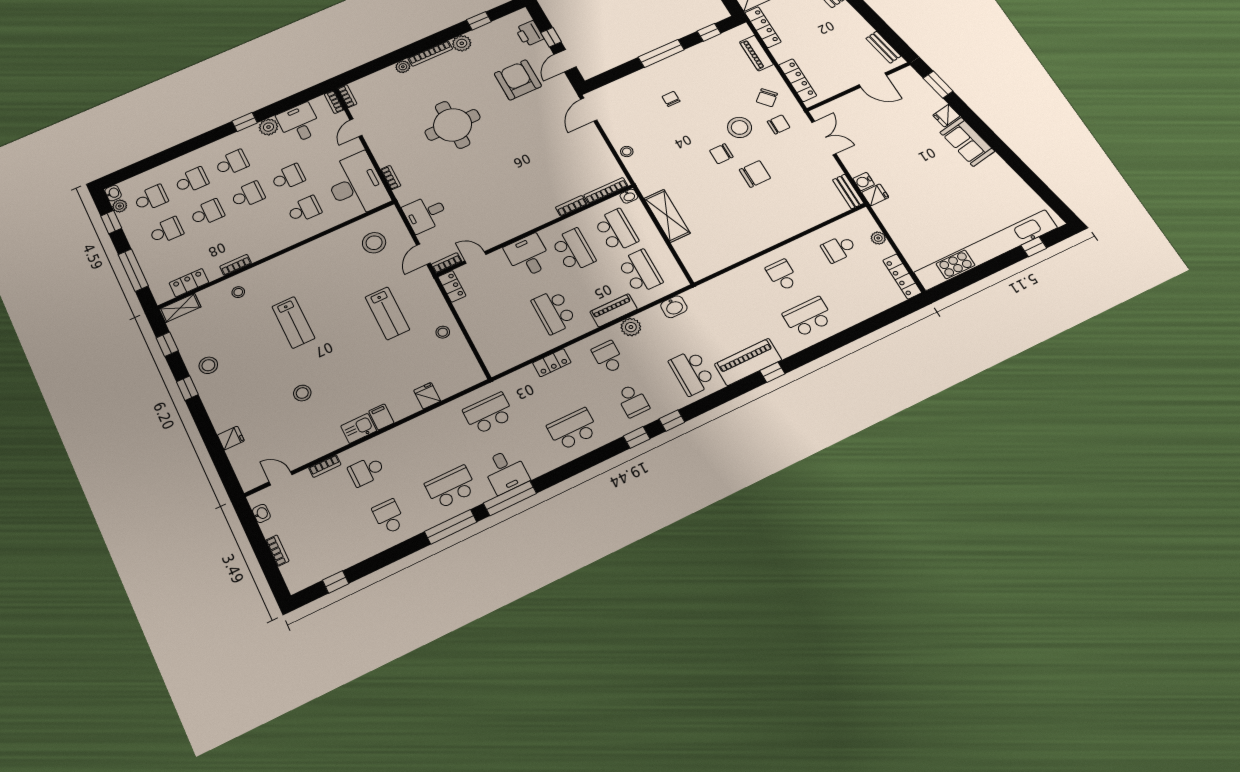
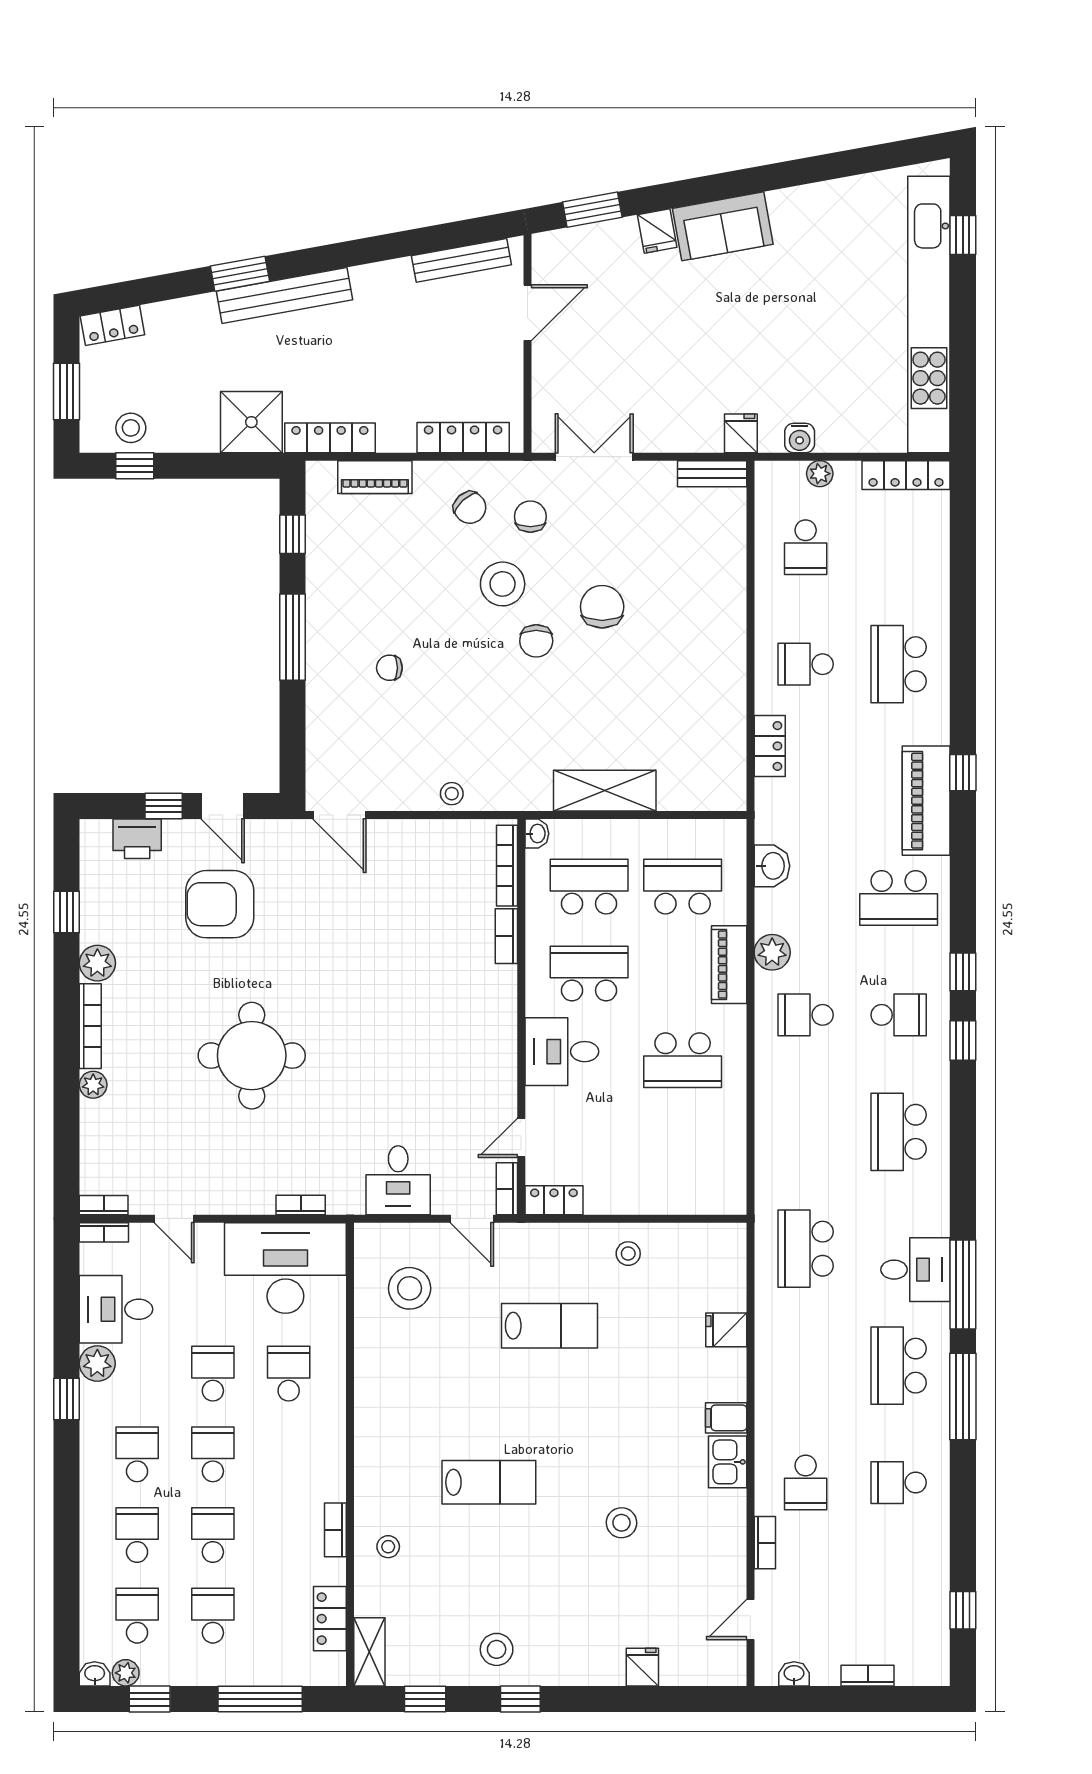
bench: (883, 47) -> (461, 260), width x1.36
water cooler: (864, 182) -> (800, 438), moved
locker: (552, 363) -> (770, 746), moved

